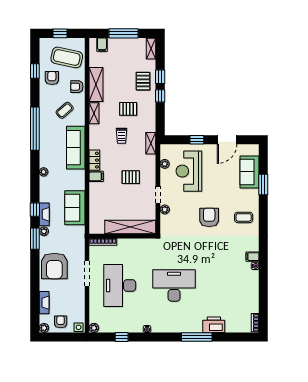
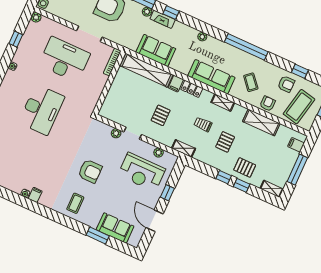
shelving: (94, 113) -> (223, 103), moved
reception desk: (189, 171) -> (142, 172), turned 180
shelving: (130, 227) -> (147, 70), moved, turned 90

